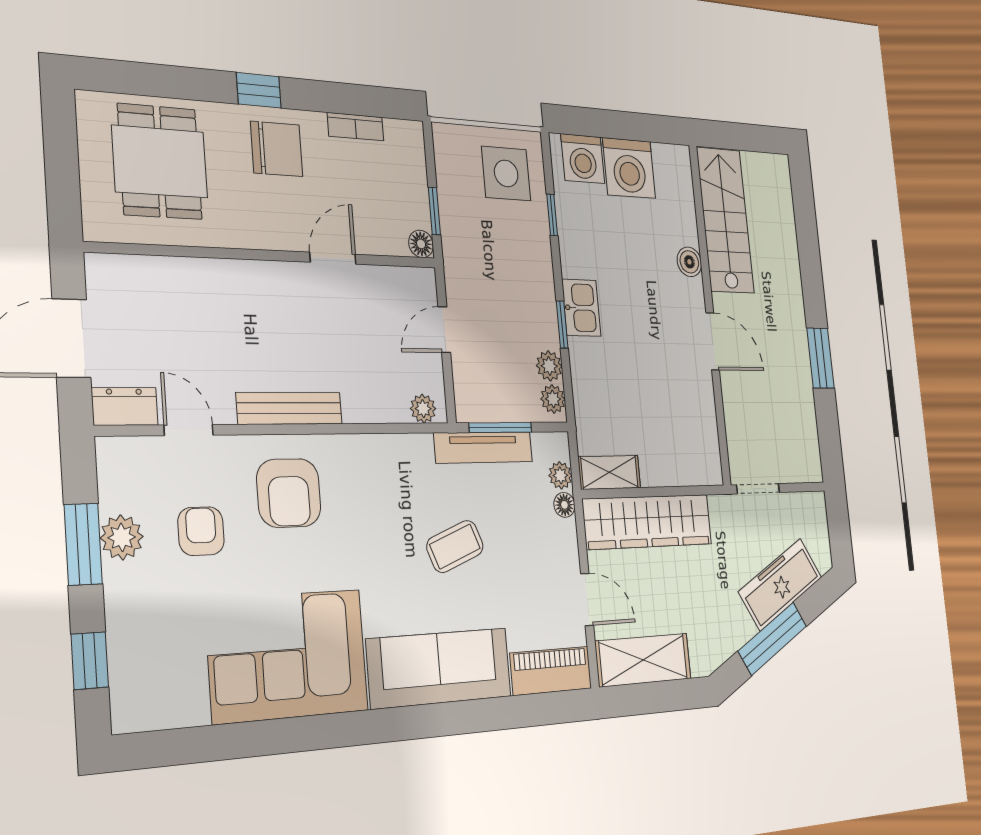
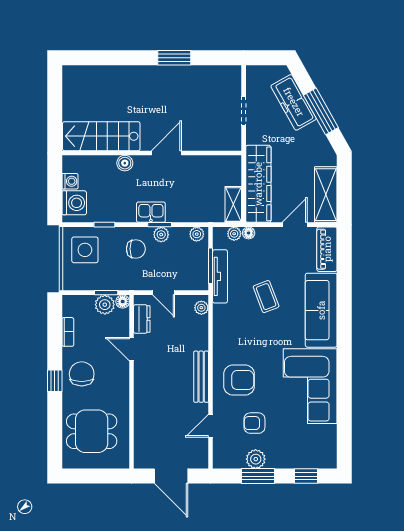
washing machine: (629, 168) -> (70, 181), width x0.53, depth x0.53
plant: (412, 207) -> (105, 305), added
stairs: (725, 220) -> (101, 136), moved
boiler: (689, 262) -> (125, 163), moved
chair: (517, 275) -> (136, 249), added
wall: (710, 313) -> (152, 153), moved
door: (713, 341) -> (166, 153), moved
plant: (549, 366) -> (161, 235), moved
dresser: (125, 406) -> (142, 319), moved, turned 180

